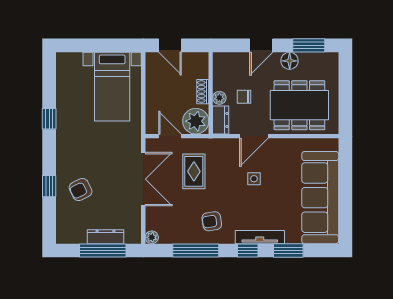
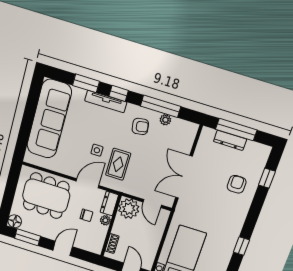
floor lamp: (290, 61) -> (15, 221), moved
shoe rack: (203, 92) -> (112, 244), moved
rug: (194, 171) -> (118, 164), moved
window: (49, 186) -> (267, 178), moved
armchair: (81, 190) -> (237, 184), turned -64
plant: (152, 237) -> (165, 120), moved

